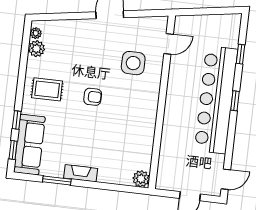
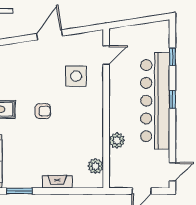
plant: (169, 138) -> (117, 140), added
fireplace: (81, 173) -> (57, 182), moved
plant: (141, 179) -> (96, 166), moved

